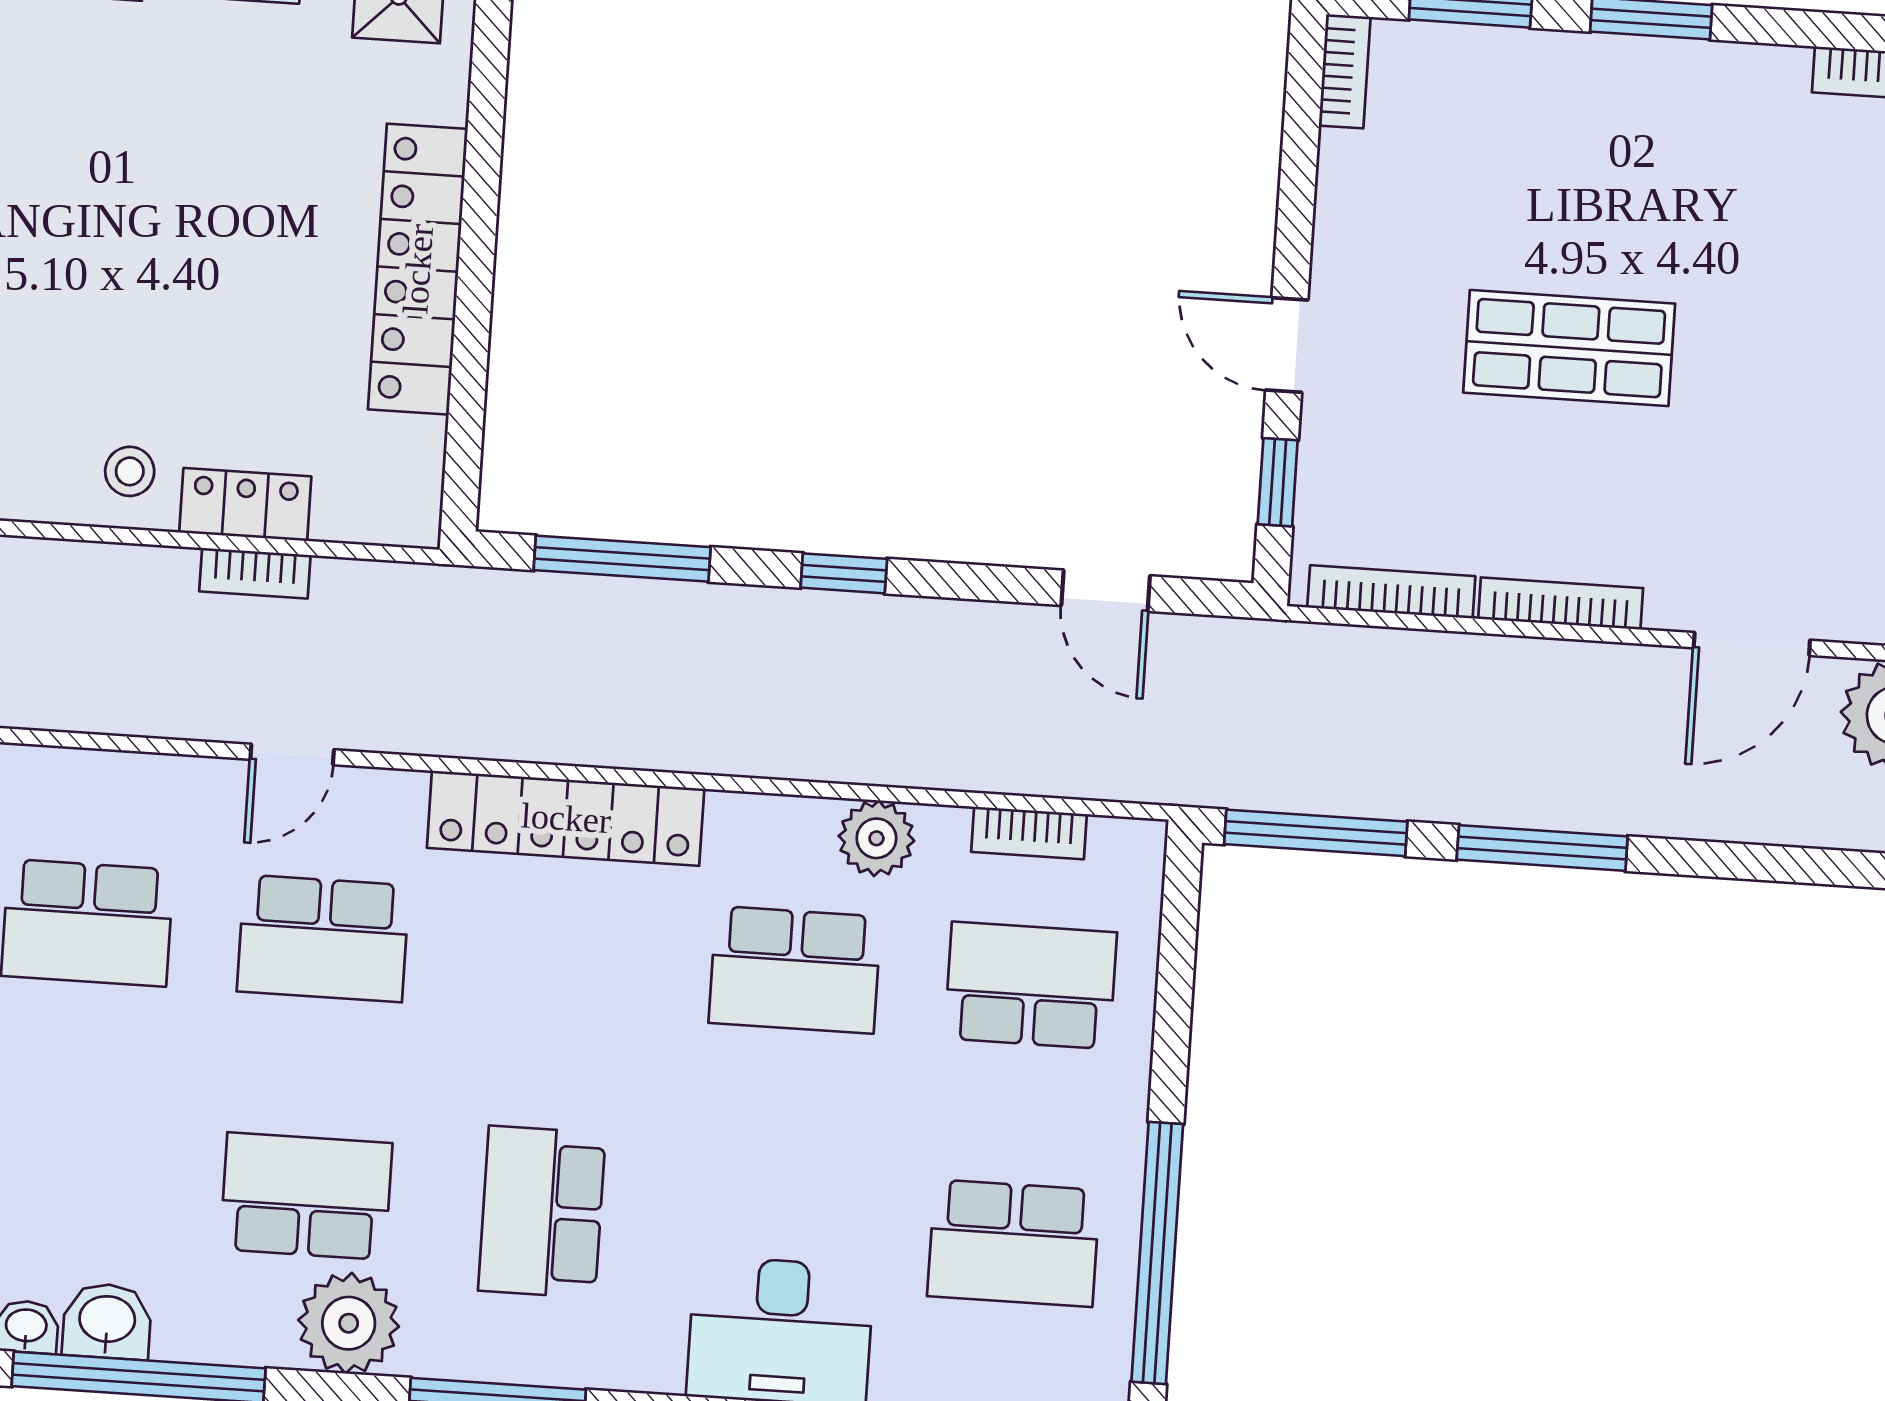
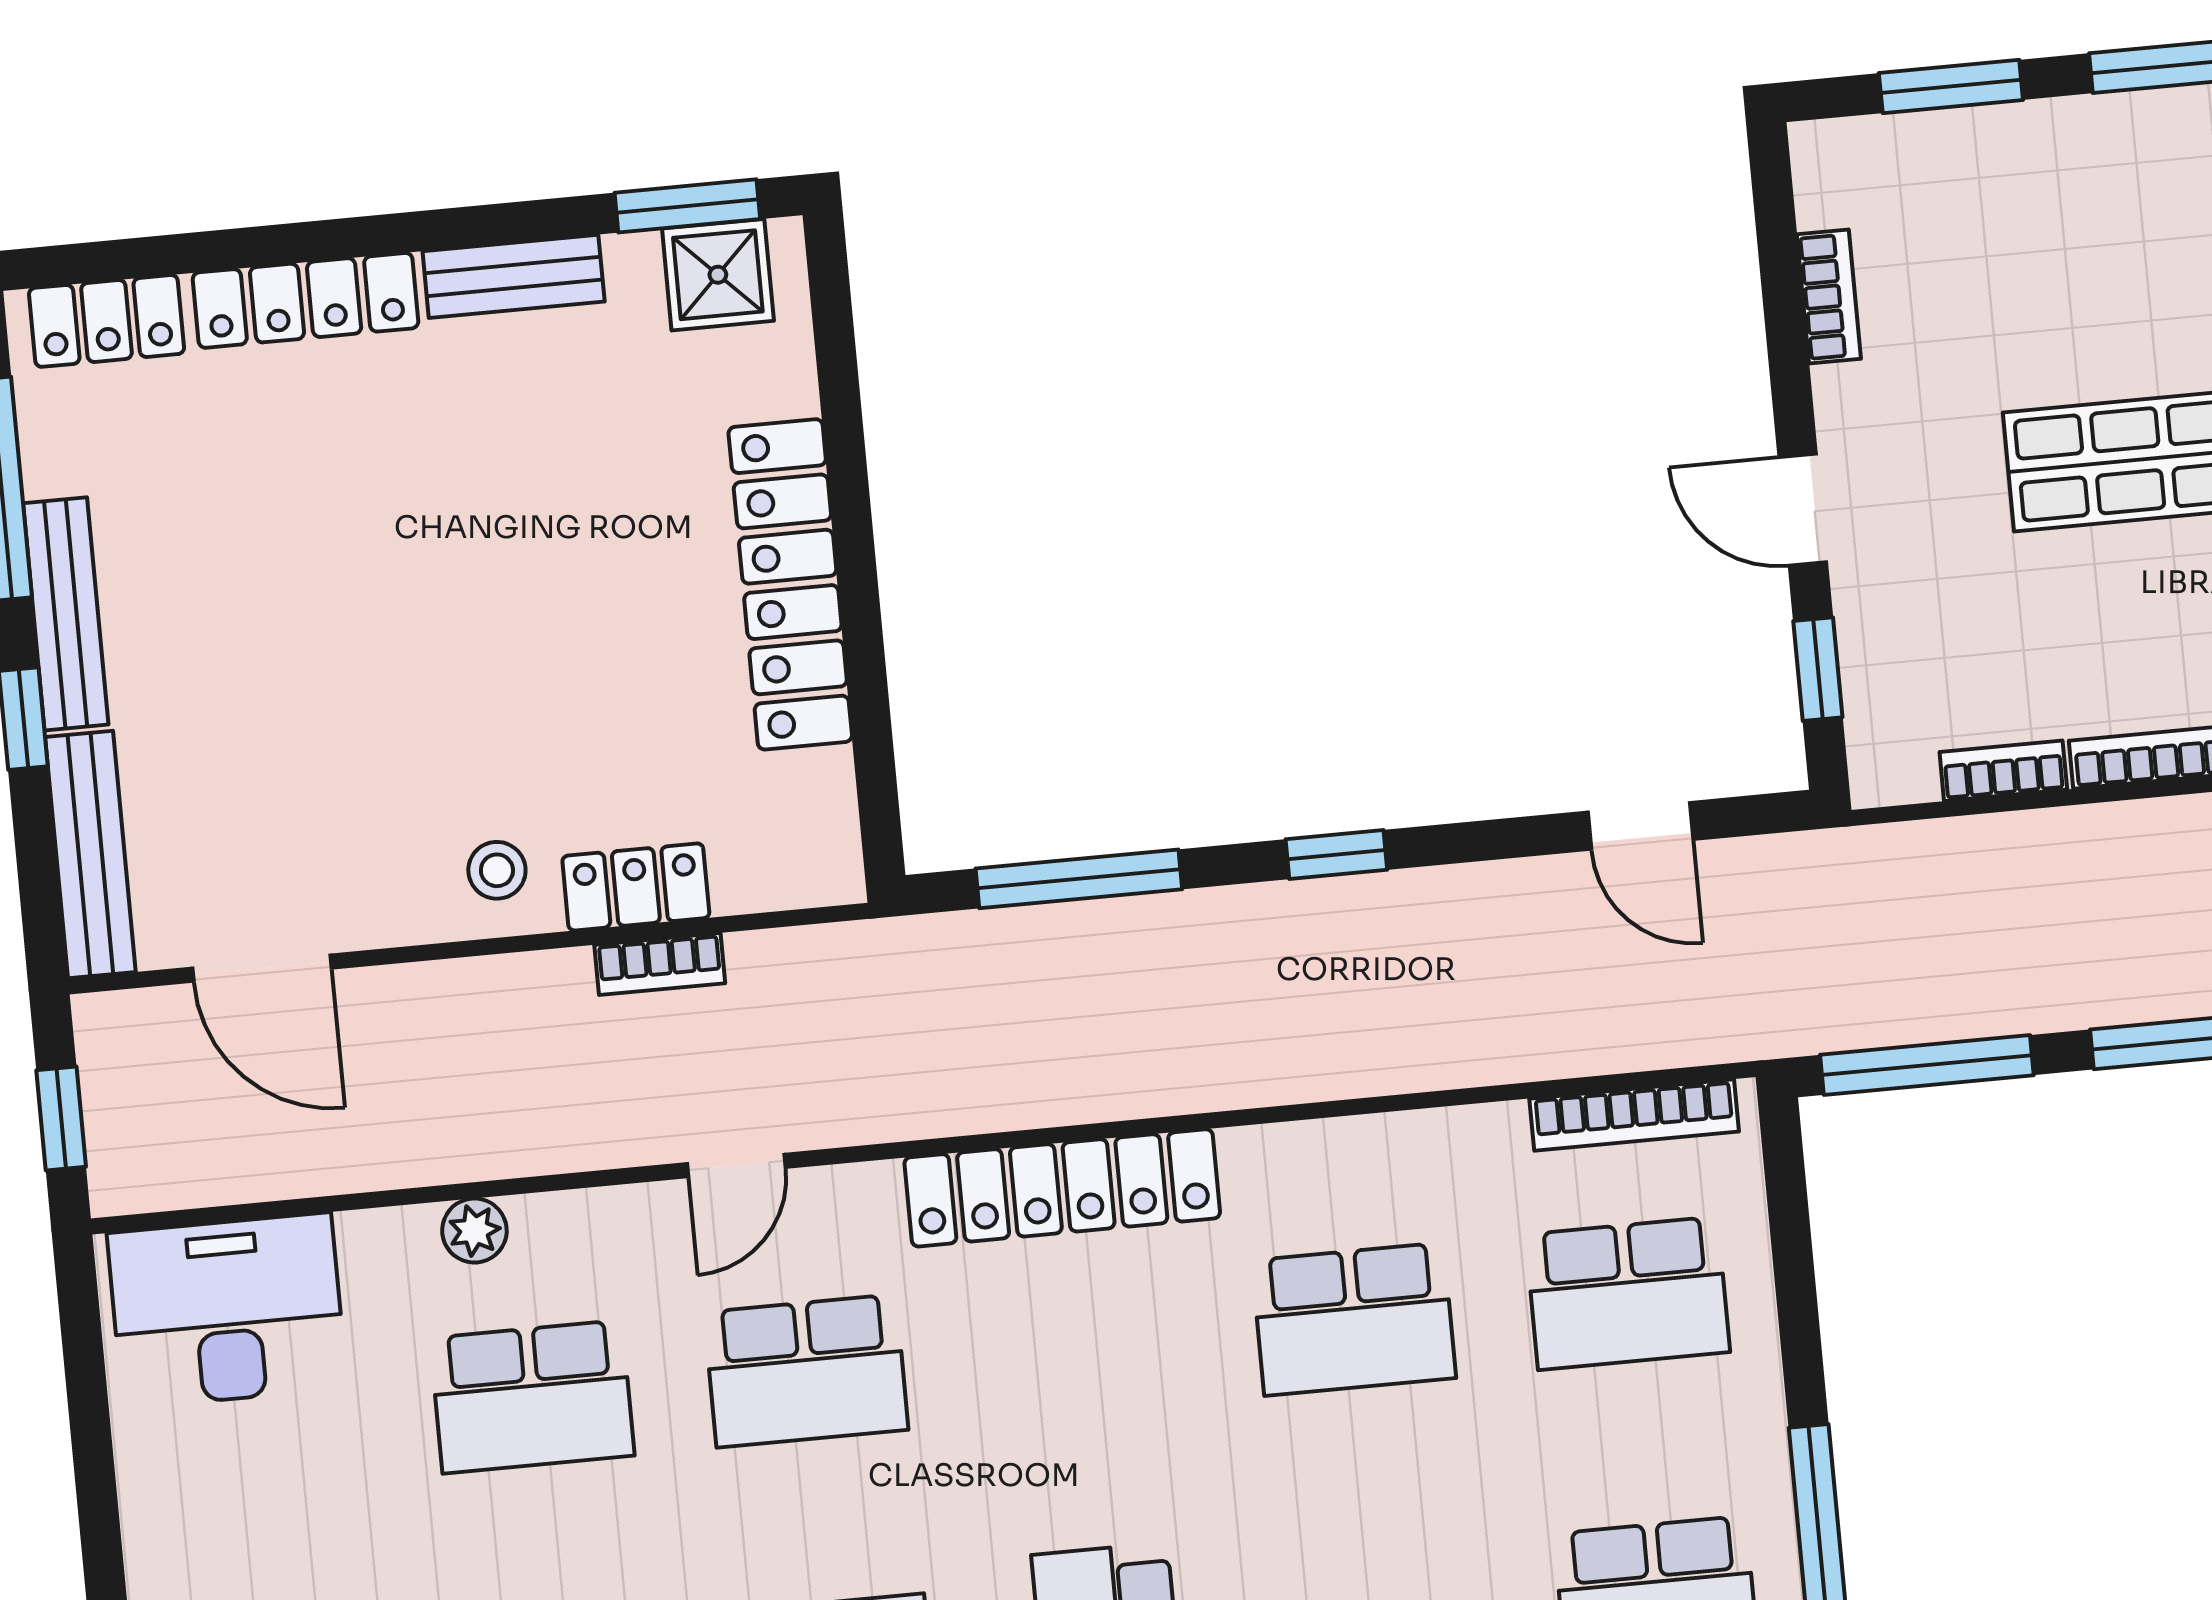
bookcase: (1345, 71) -> (1829, 297), moved
bookcase: (1391, 592) -> (2003, 771), width x0.64
bookcase: (1029, 833) -> (1634, 1115), width x1.56
plant: (876, 838) -> (474, 1231), moved, width x0.73, depth x0.73
school desk: (1031, 985) -> (1628, 1293), turned 180

